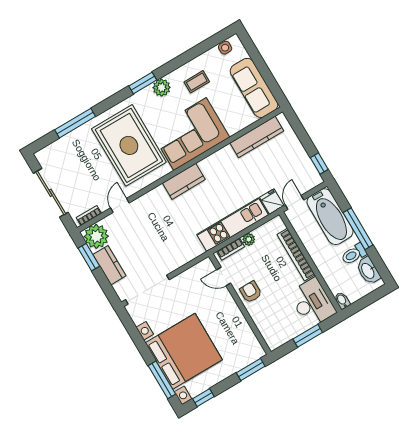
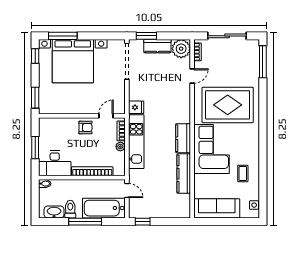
window: (143, 83) -> (263, 138), removed
plant: (162, 88) -> (253, 148), removed
window: (75, 123) -> (263, 62), moved
kitchen counter: (257, 137) -> (184, 174), moved
kitchen counter: (184, 181) -> (183, 138), moved
fridge: (272, 202) -> (136, 107), moved
door: (120, 205) -> (192, 76), hinge flipped
window: (89, 257) -> (146, 36), moved

